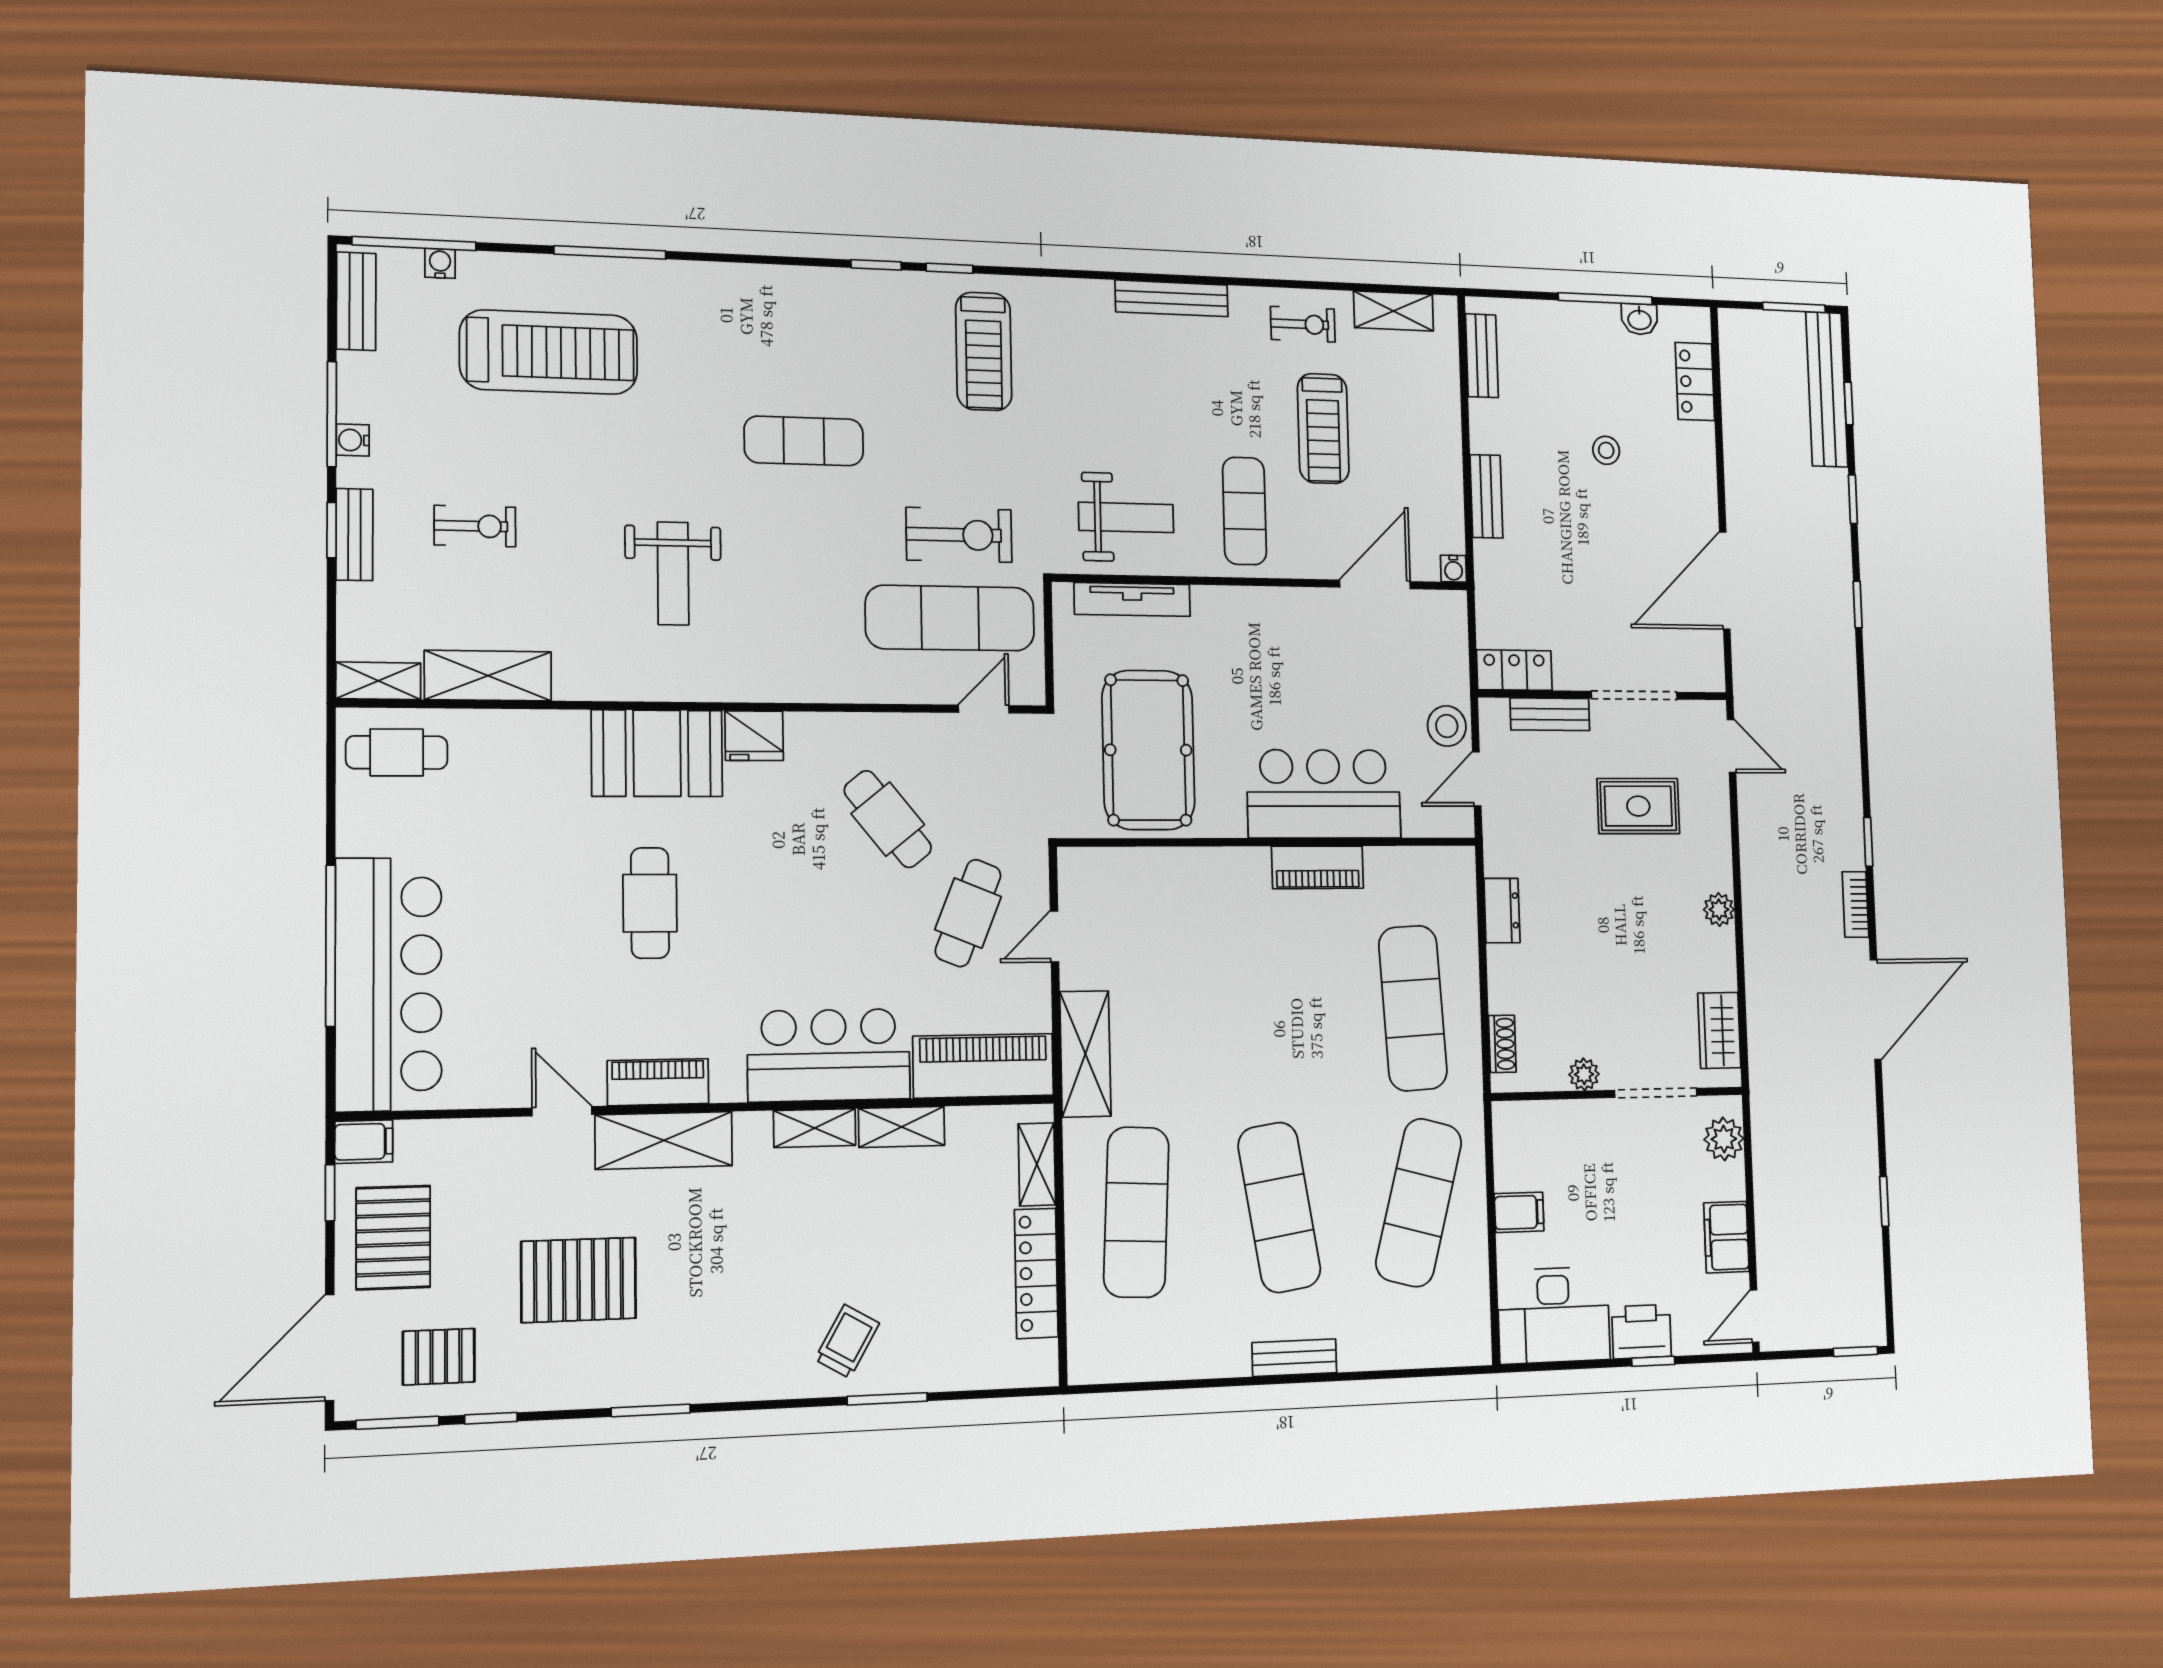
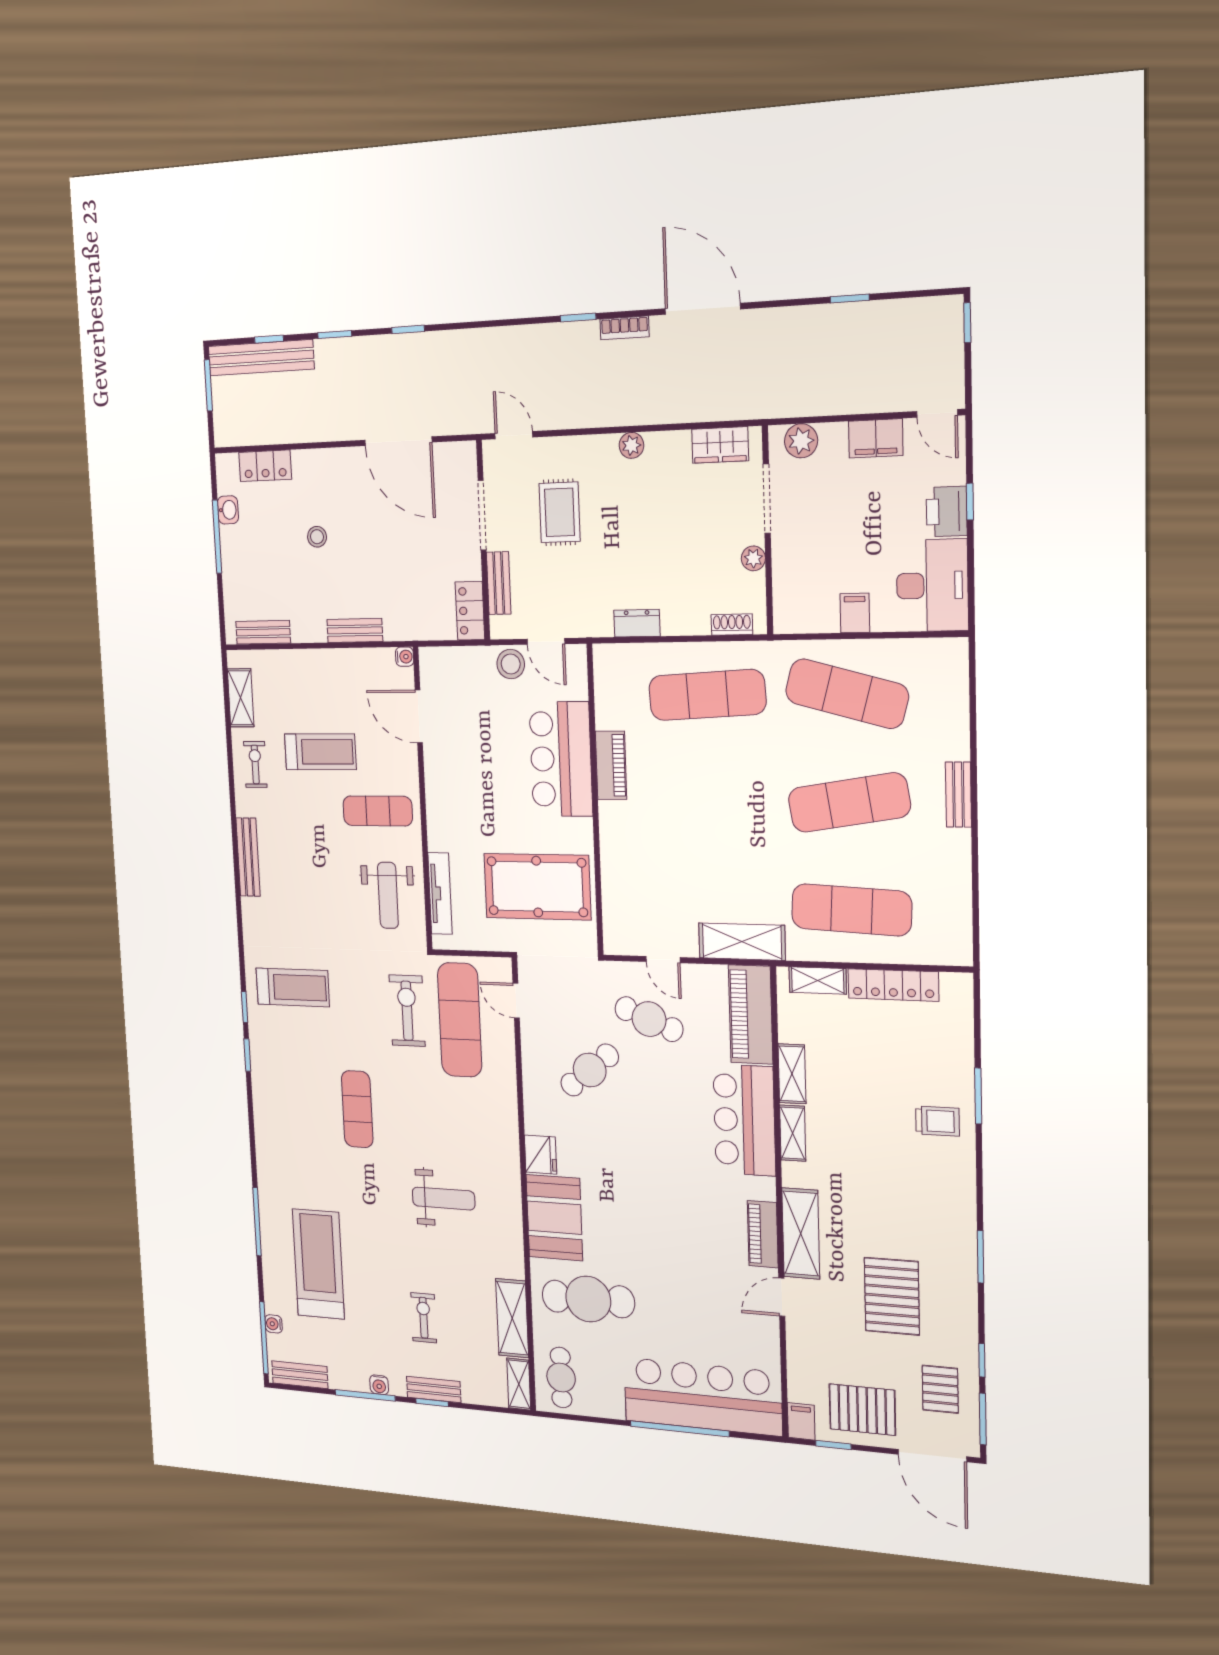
weight bench: (1126, 517) -> (388, 895), turned 180
door: (1731, 746) -> (514, 435), hinge flipped
cafe table: (650, 903) -> (588, 1299), moved, width x1.37, depth x1.35
trolley: (847, 1341) -> (937, 1121), turned 150

